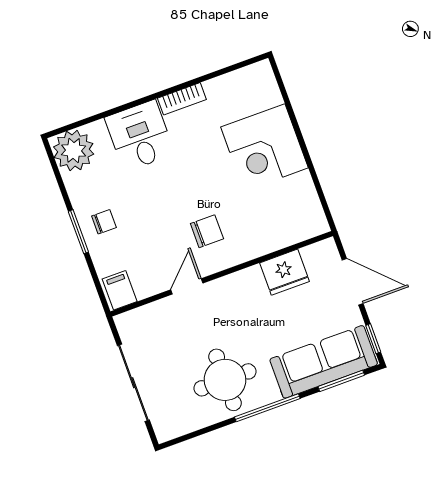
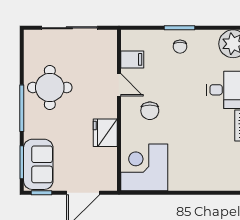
corner desk: (264, 147) -> (144, 167), moved
fridge: (284, 272) -> (105, 133), moved
filing cabinet: (120, 290) -> (132, 59), moved
sofa: (324, 362) -> (38, 164), width x0.73

